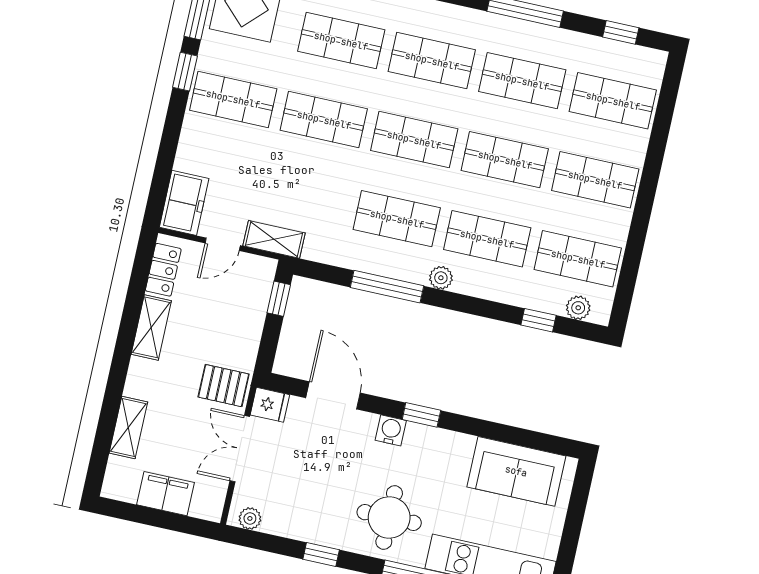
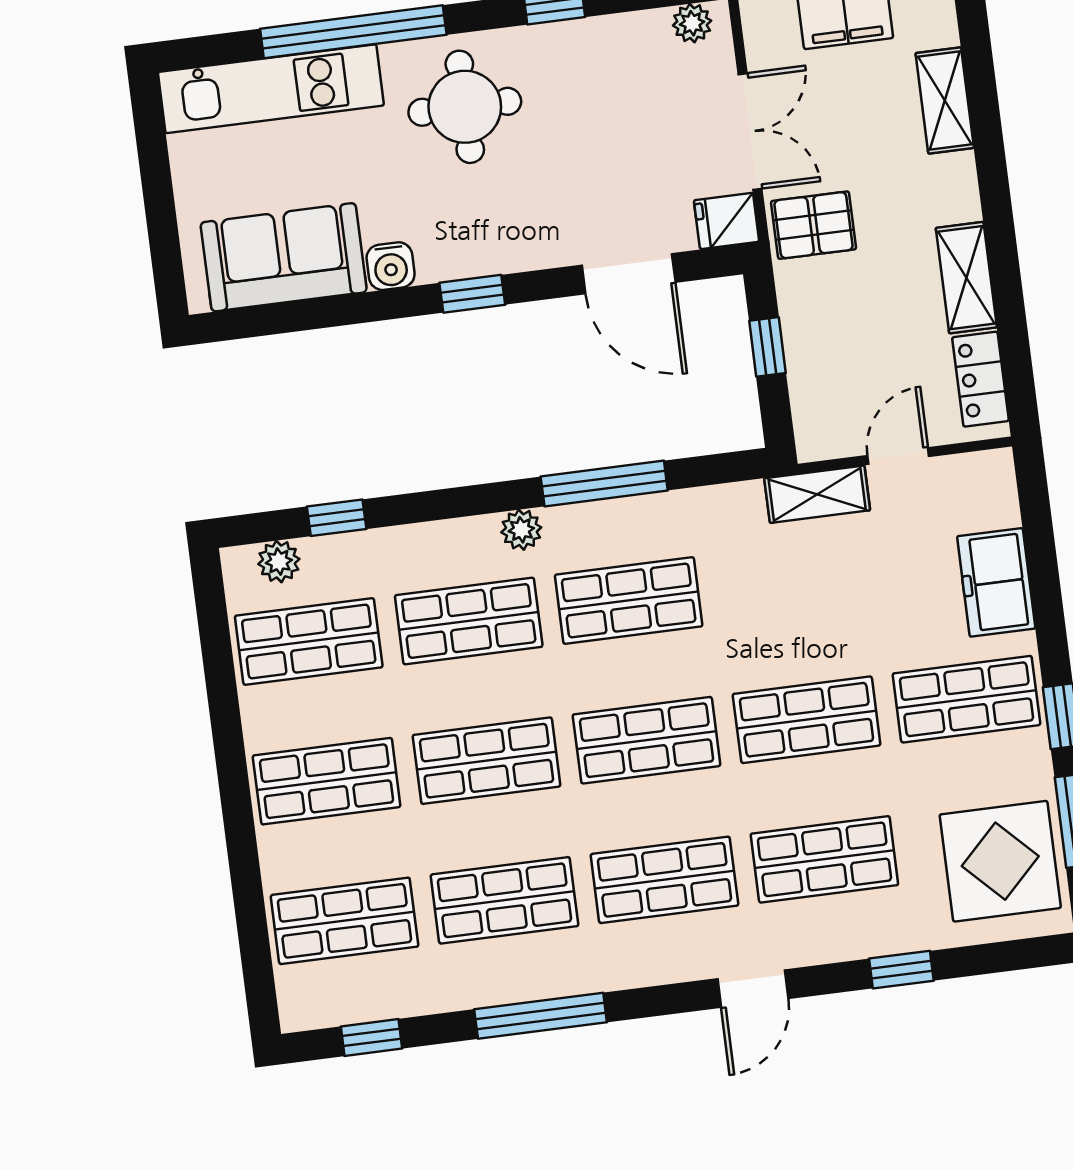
freezer: (184, 203) -> (996, 582), moved
window: (279, 299) -> (768, 347), moved
water cooler: (391, 430) -> (391, 266), moved

